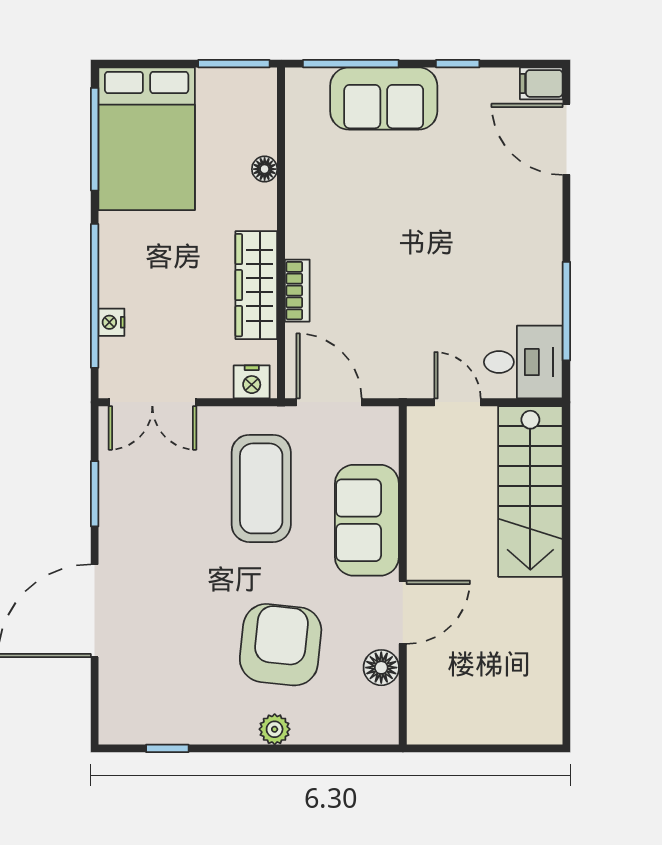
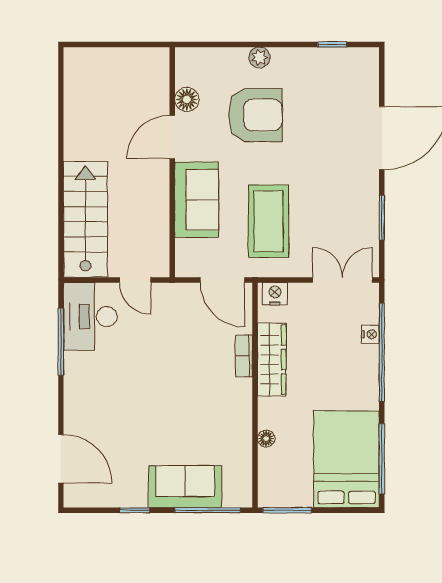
filing cabinet: (541, 83) -> (78, 497), removed
desk: (523, 362) -> (90, 317), width x1.37
armchair: (281, 645) -> (255, 115), turned -96

